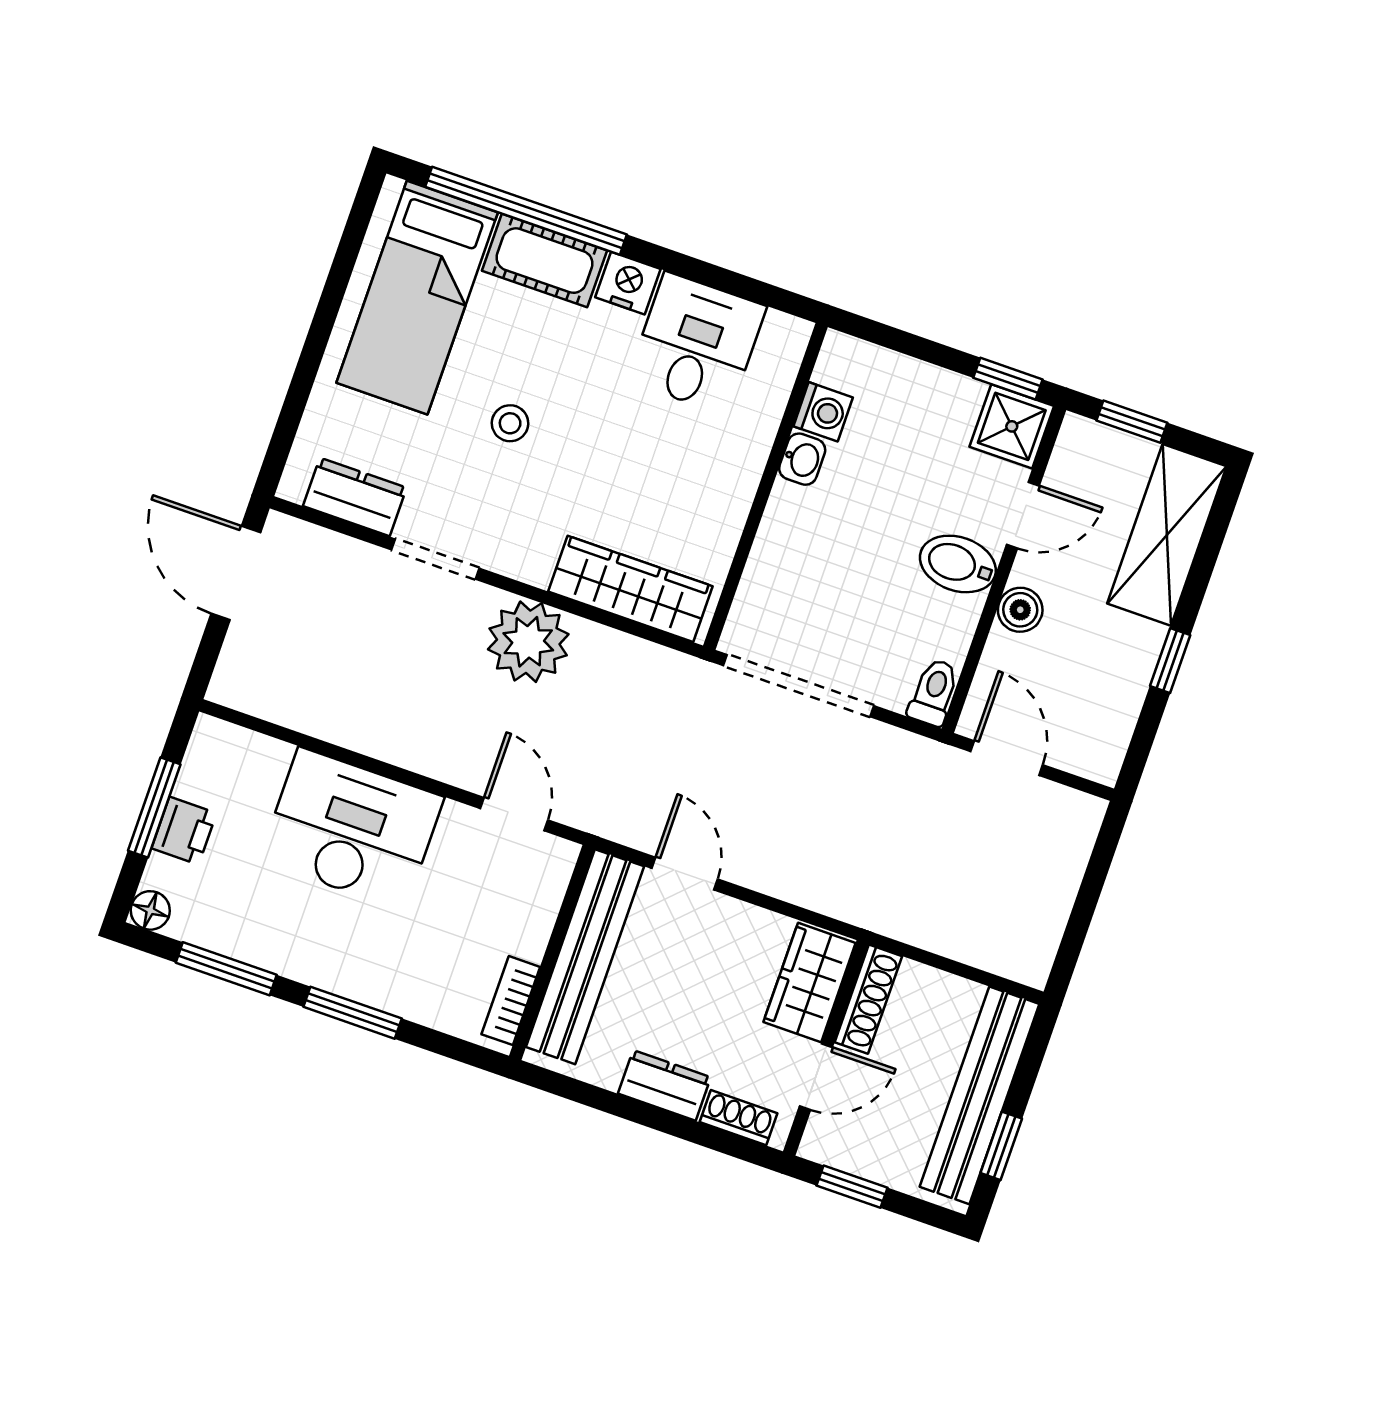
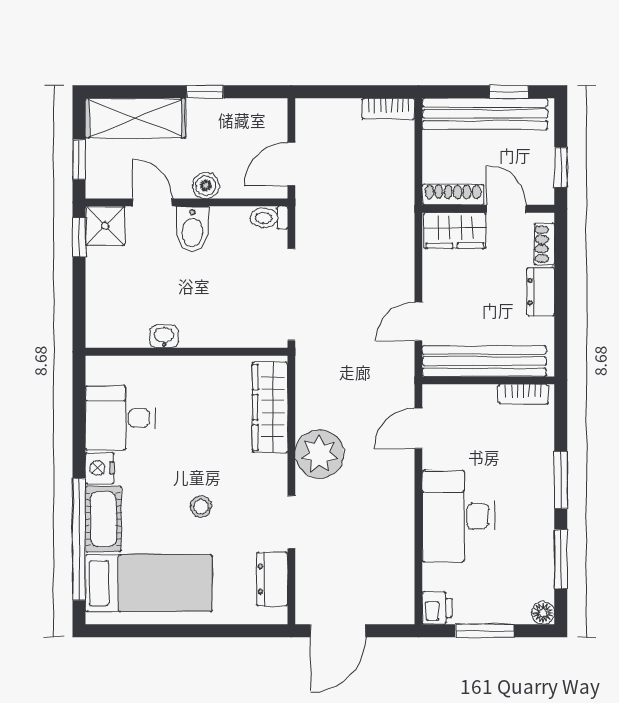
washing machine: (823, 412) -> (134, 334), removed
printer: (184, 831) -> (437, 608), moved, turned 90
bookcase: (1041, 944) -> (388, 109), added

